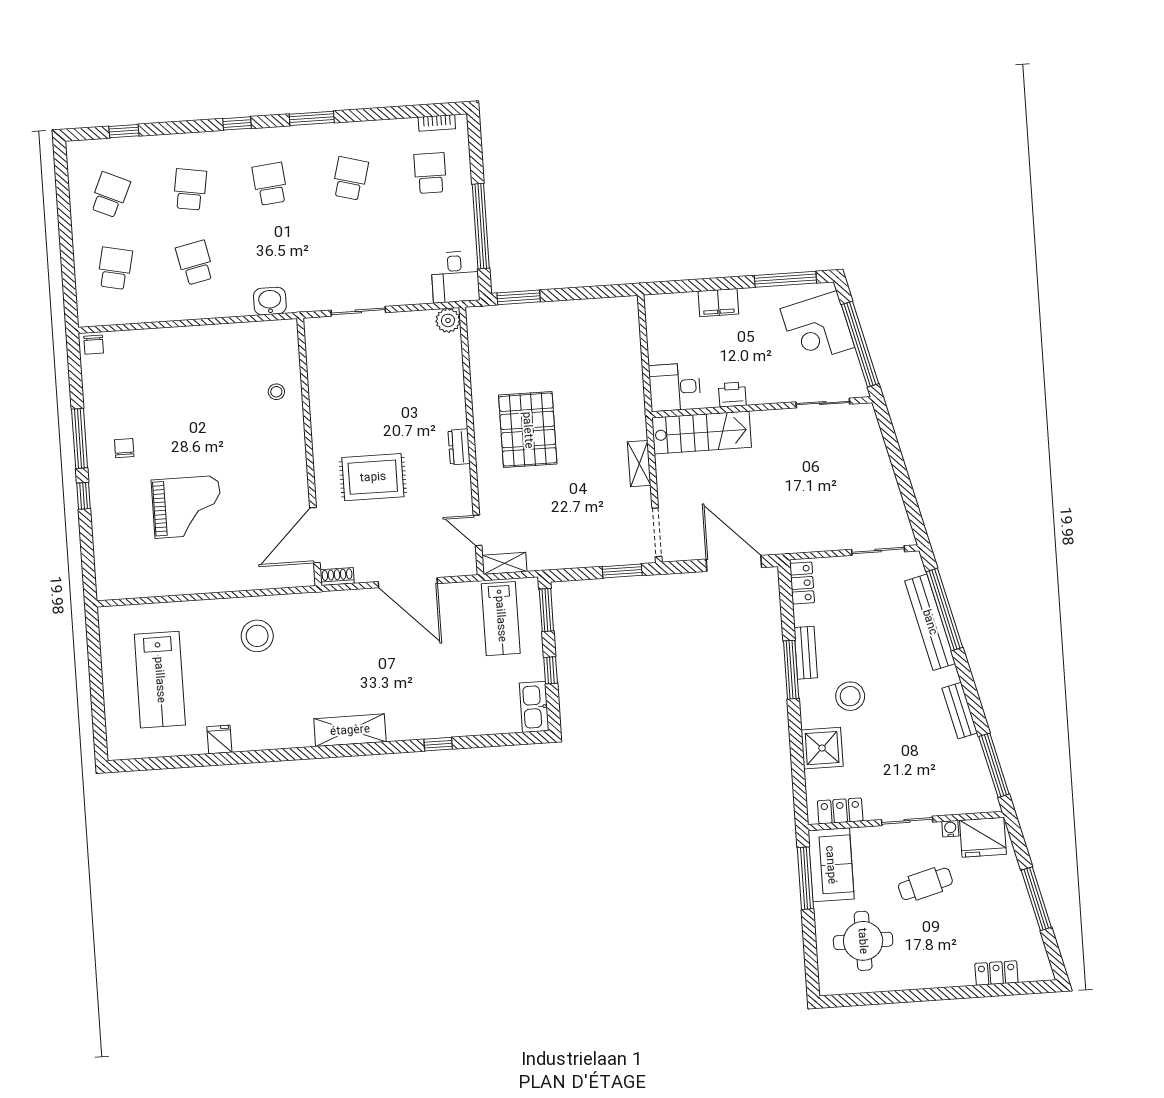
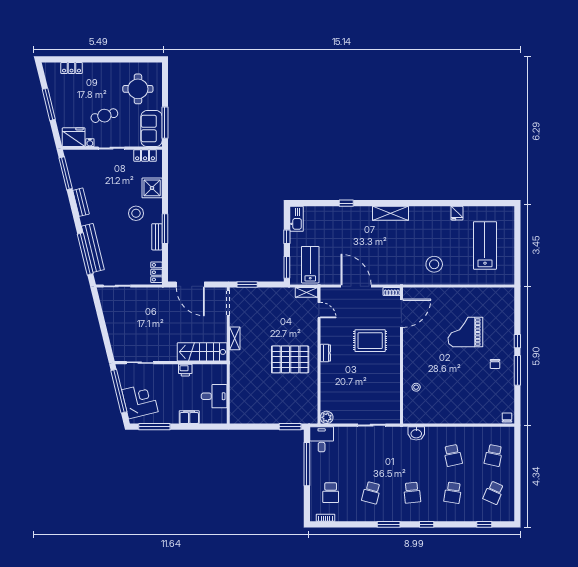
desk: (675, 387) -> (214, 396), moved
pallet: (528, 430) -> (290, 359), turned 90

